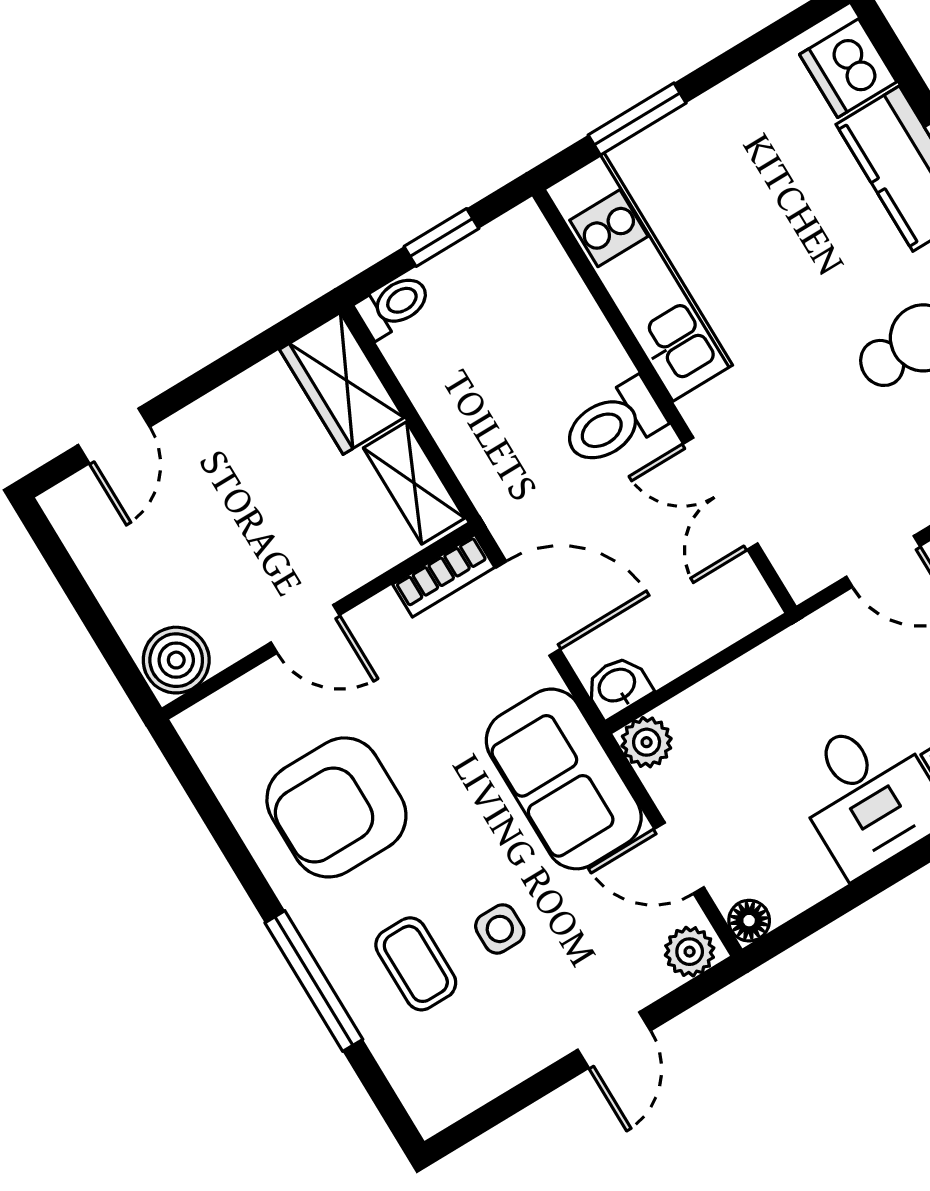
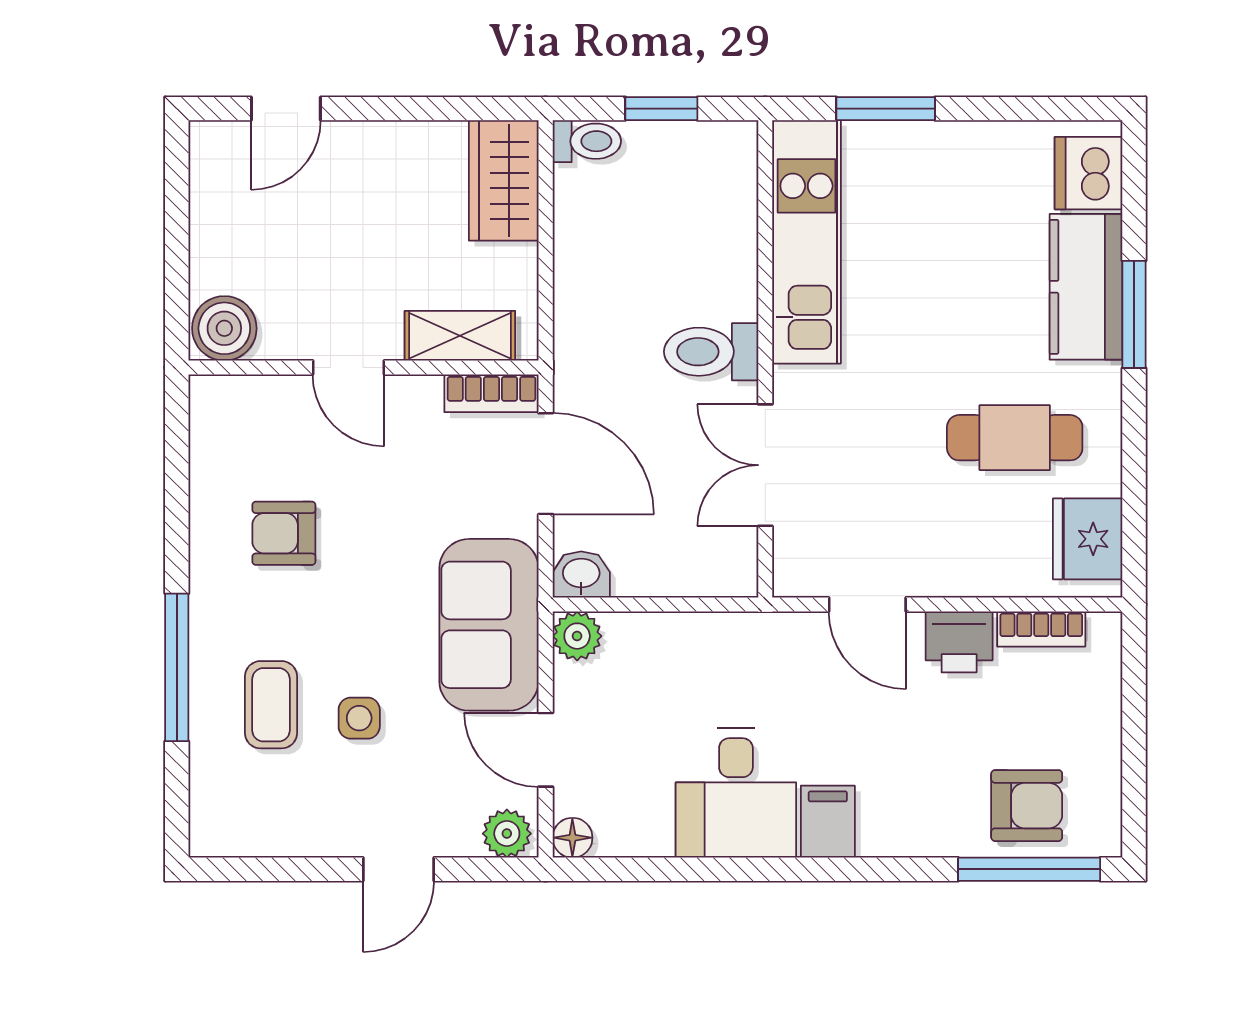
shelving: (414, 483) -> (460, 336), moved, turned 90
armchair: (336, 807) -> (284, 533), width x0.53, depth x0.53

